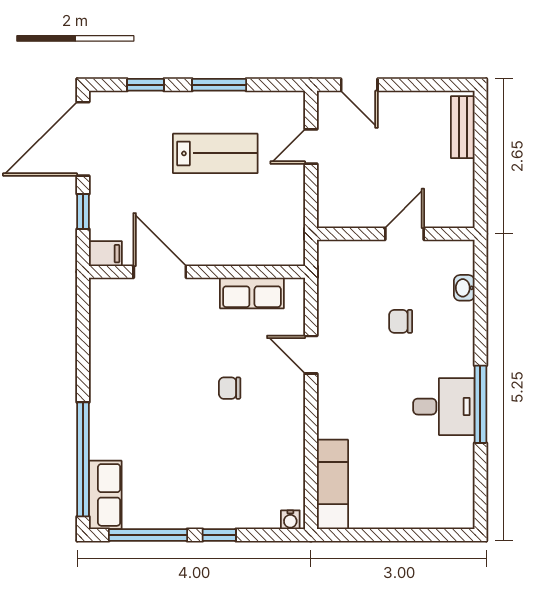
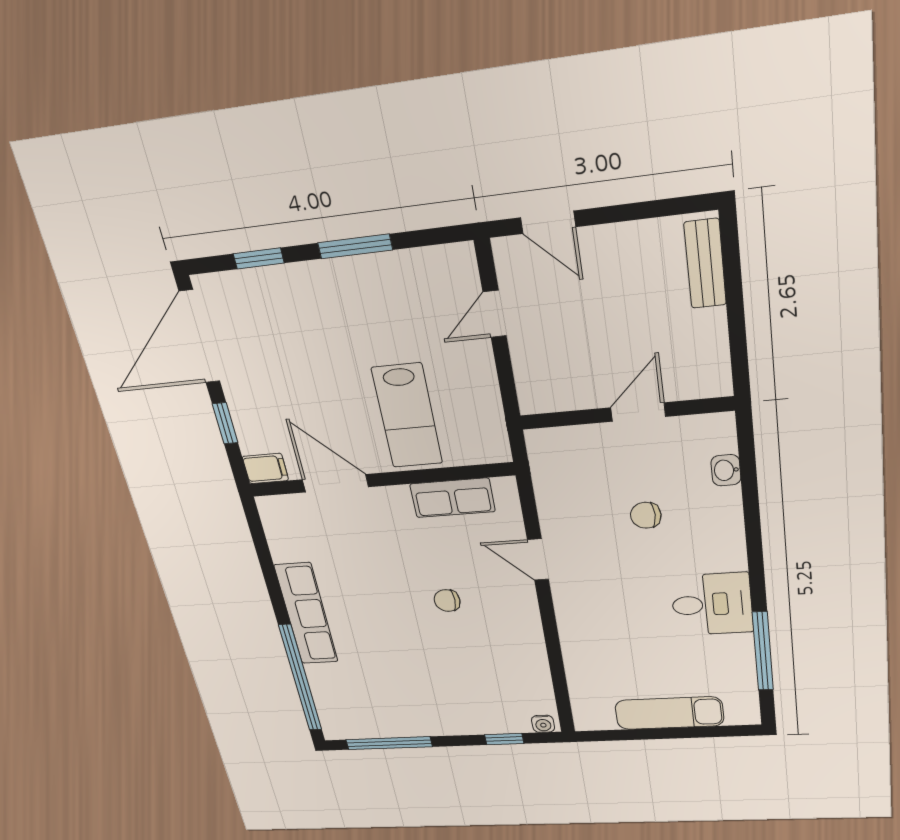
lab bench: (215, 153) -> (407, 416), moved, turned 90
window: (480, 404) -> (763, 651), moved
exam couch: (332, 484) -> (669, 713), moved, turned -90
row of seats: (105, 495) -> (306, 614), moved, width x1.48
window: (219, 535) -> (504, 739), moved

